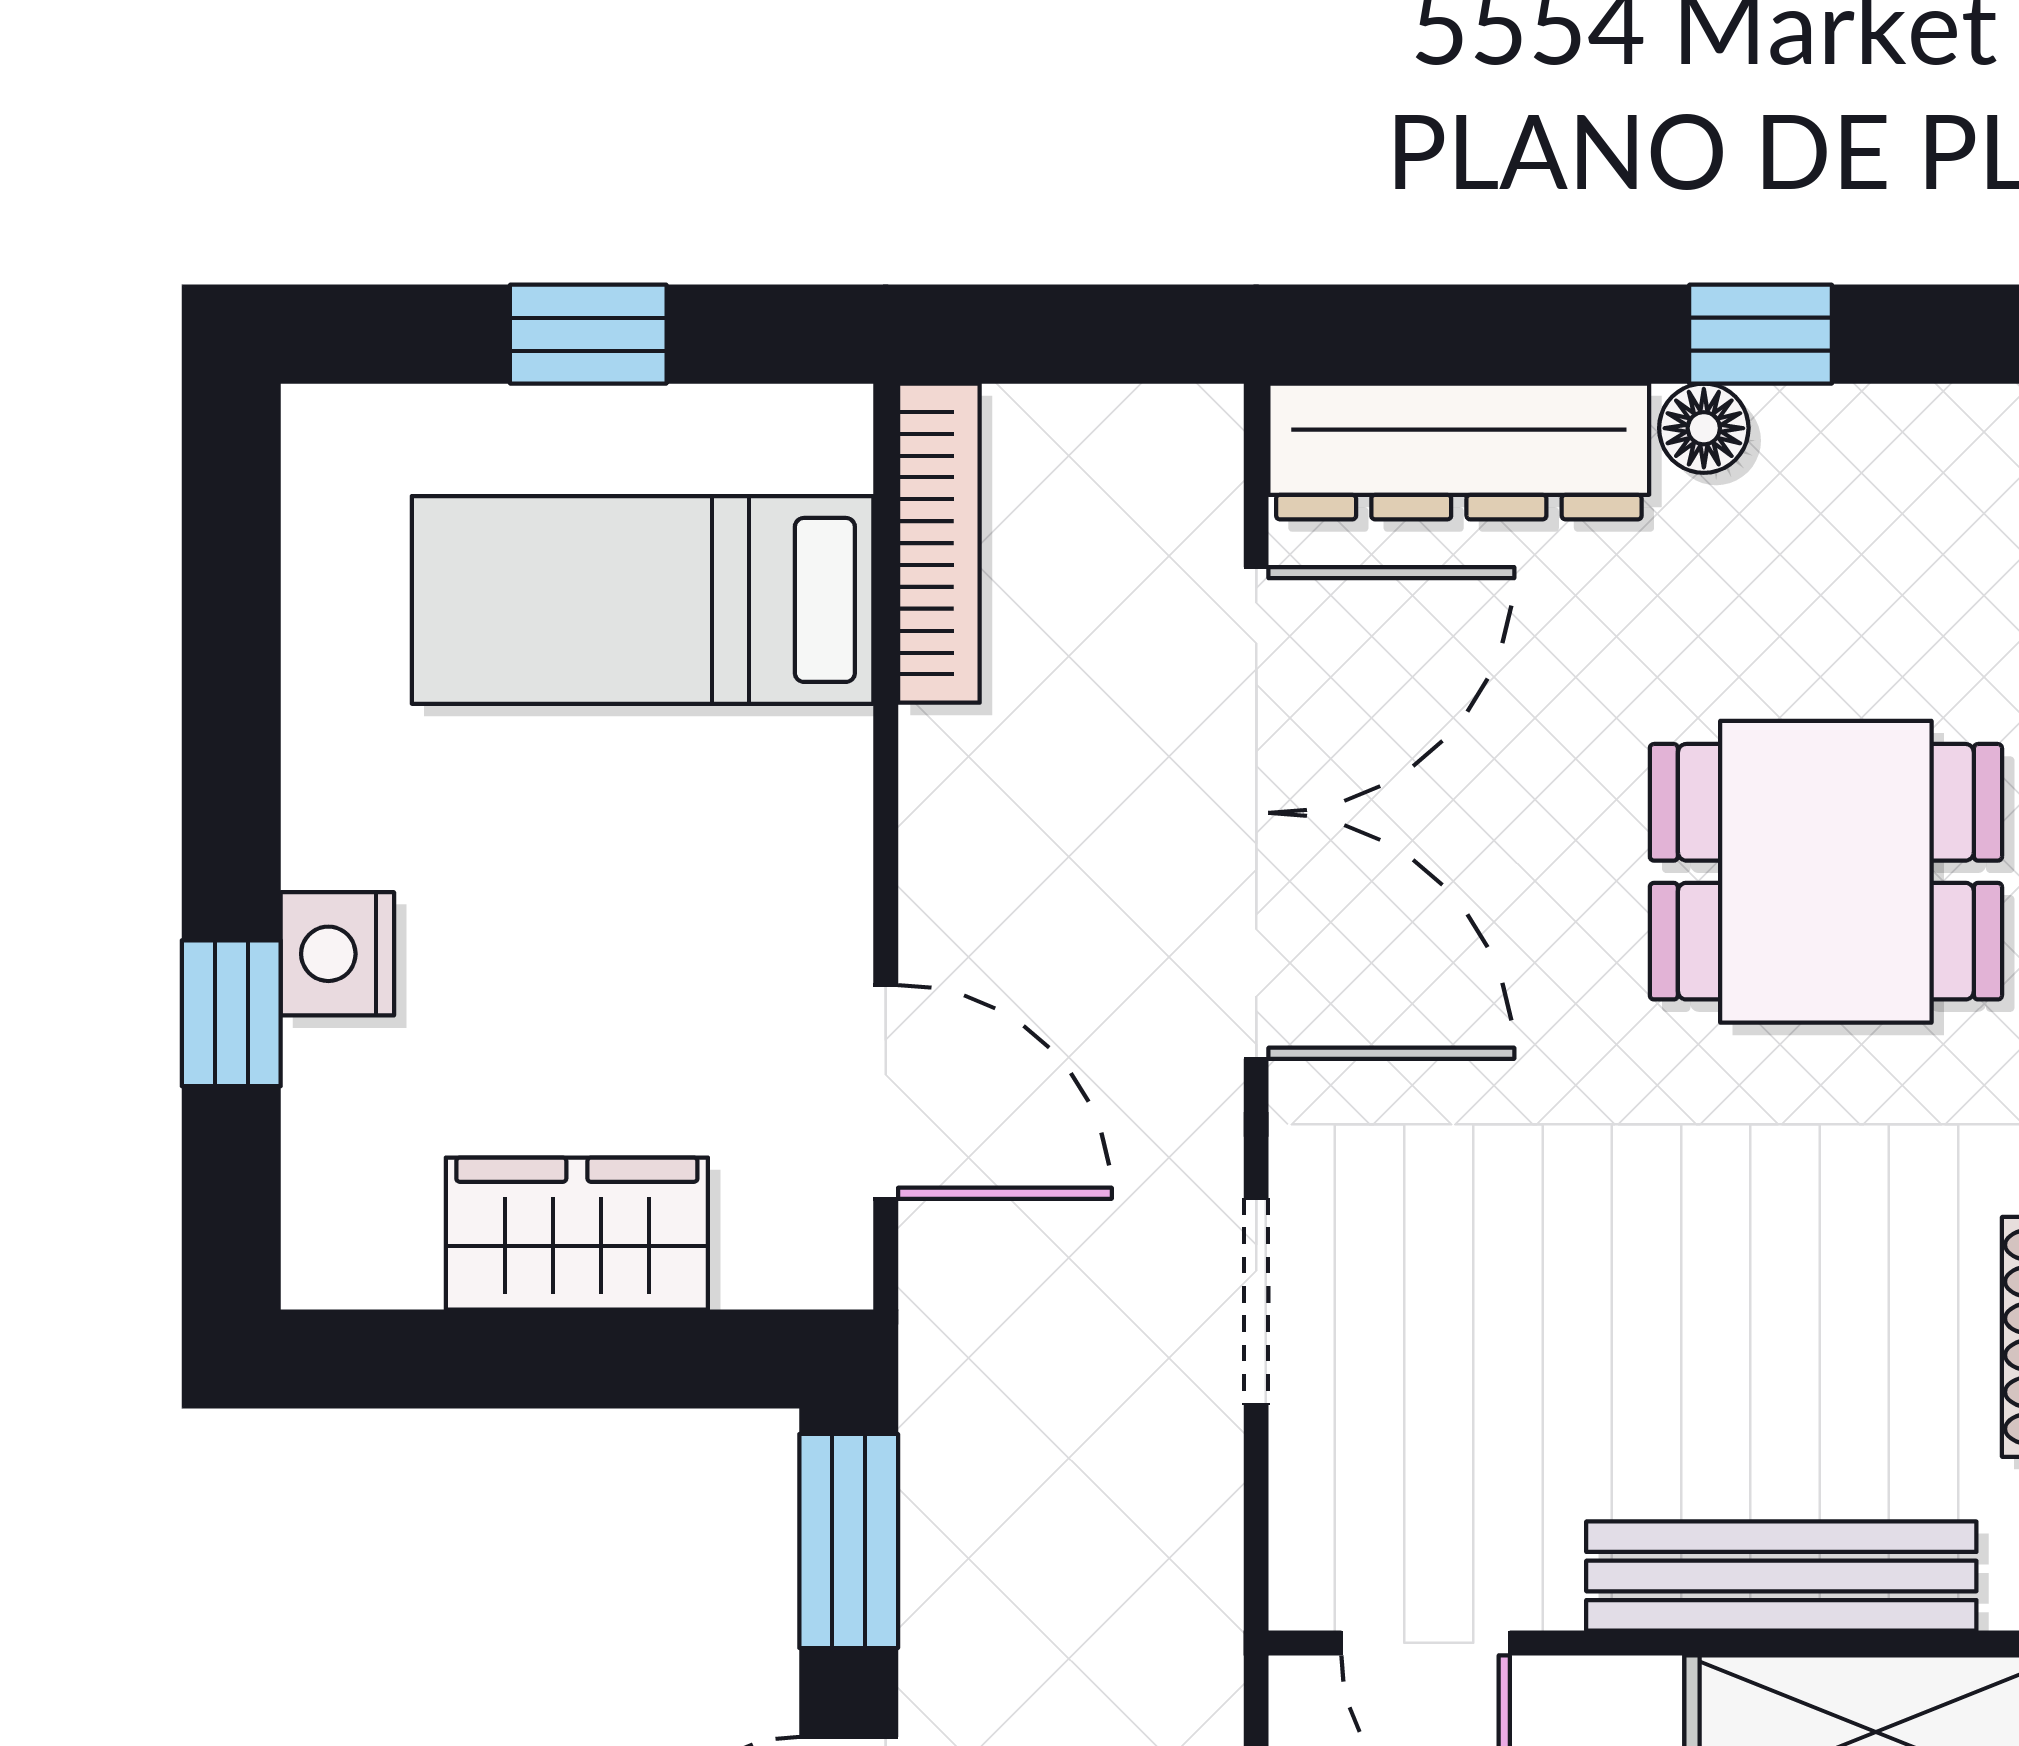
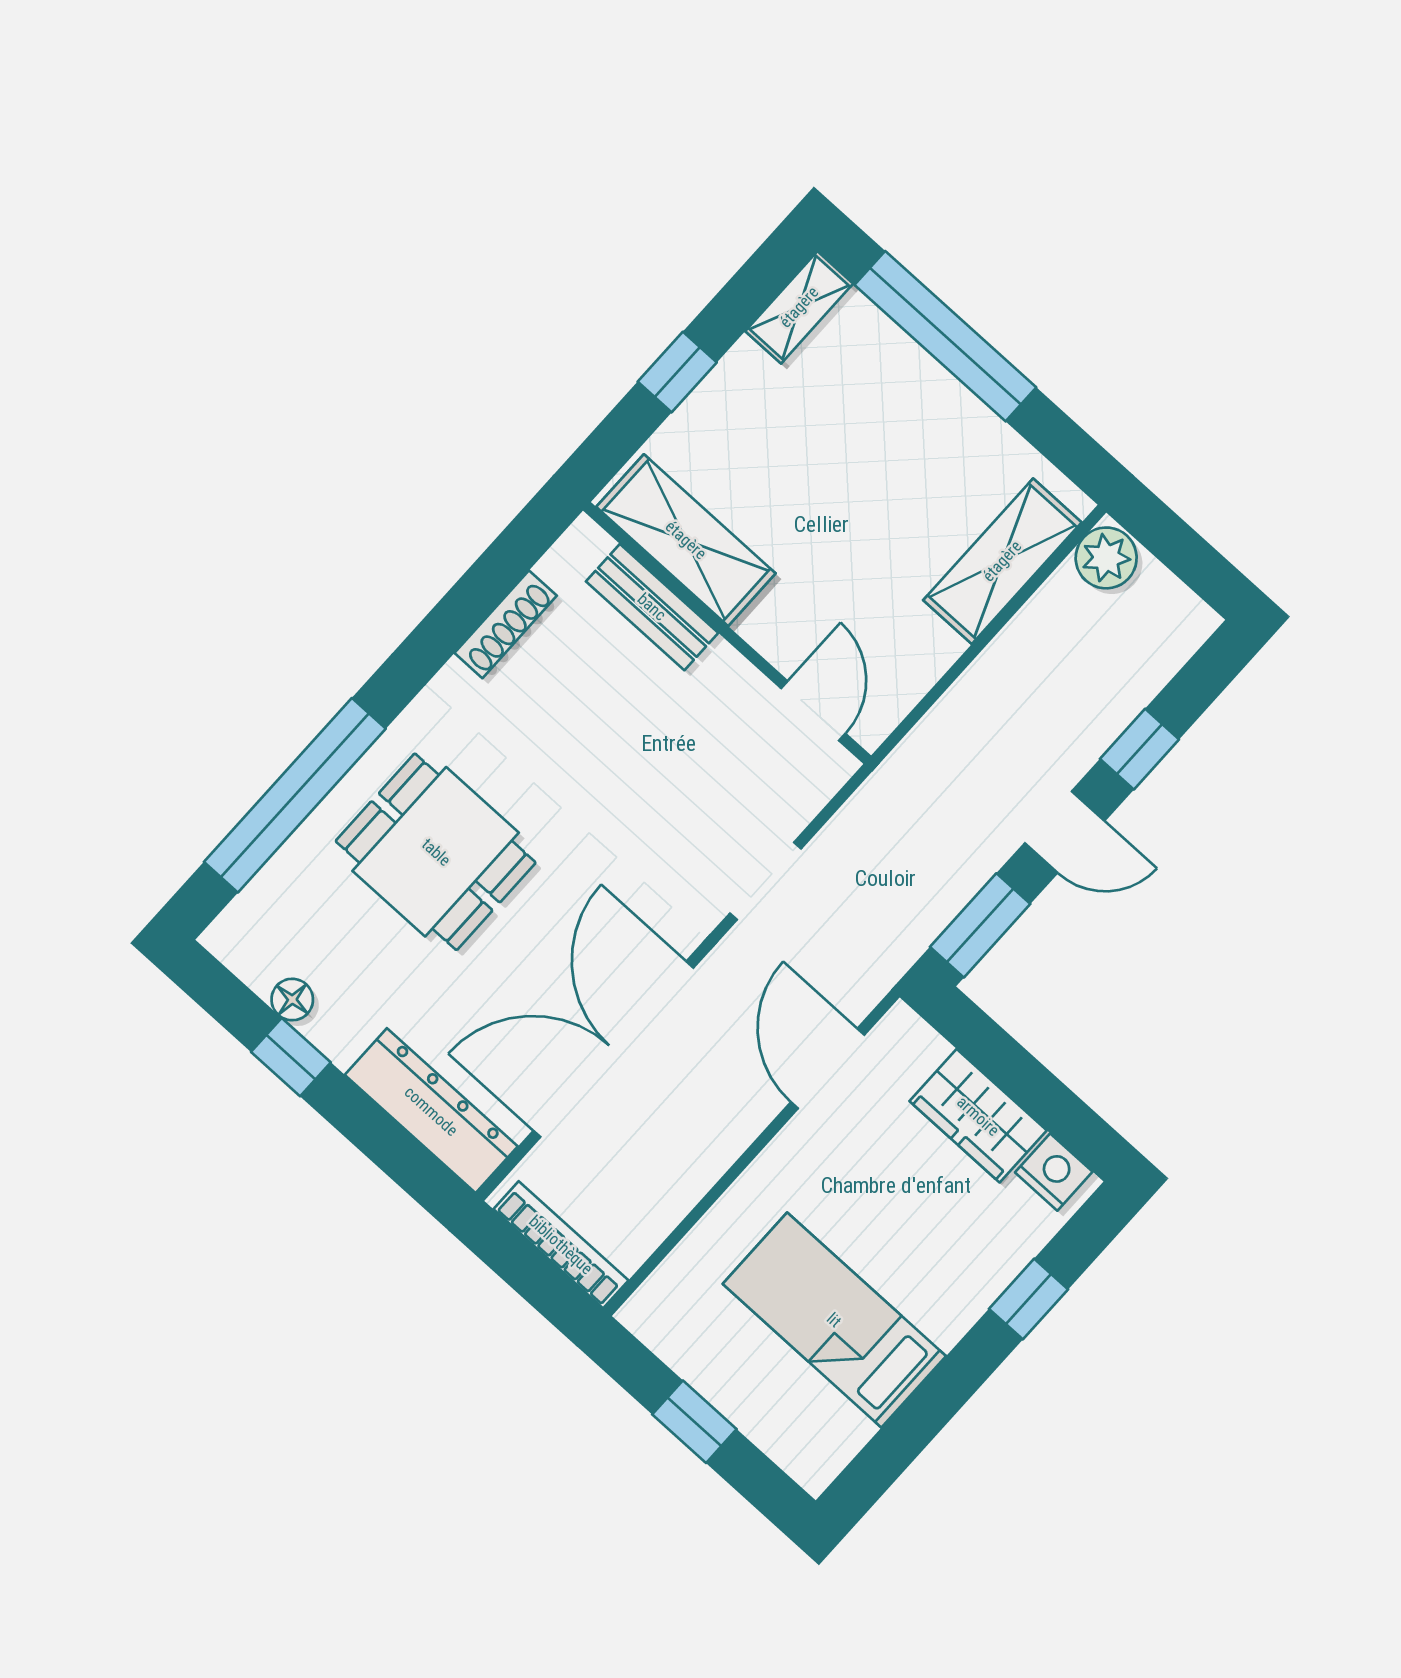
floor lamp: (1704, 428) -> (292, 1000), moved
bookcase: (939, 543) -> (561, 1245), moved, turned 90
bed: (643, 600) -> (834, 1320), moved, turned 180
nightstand: (337, 954) -> (1054, 1172), moved, turned -90
bench: (1781, 1576) -> (652, 607), width x0.73

